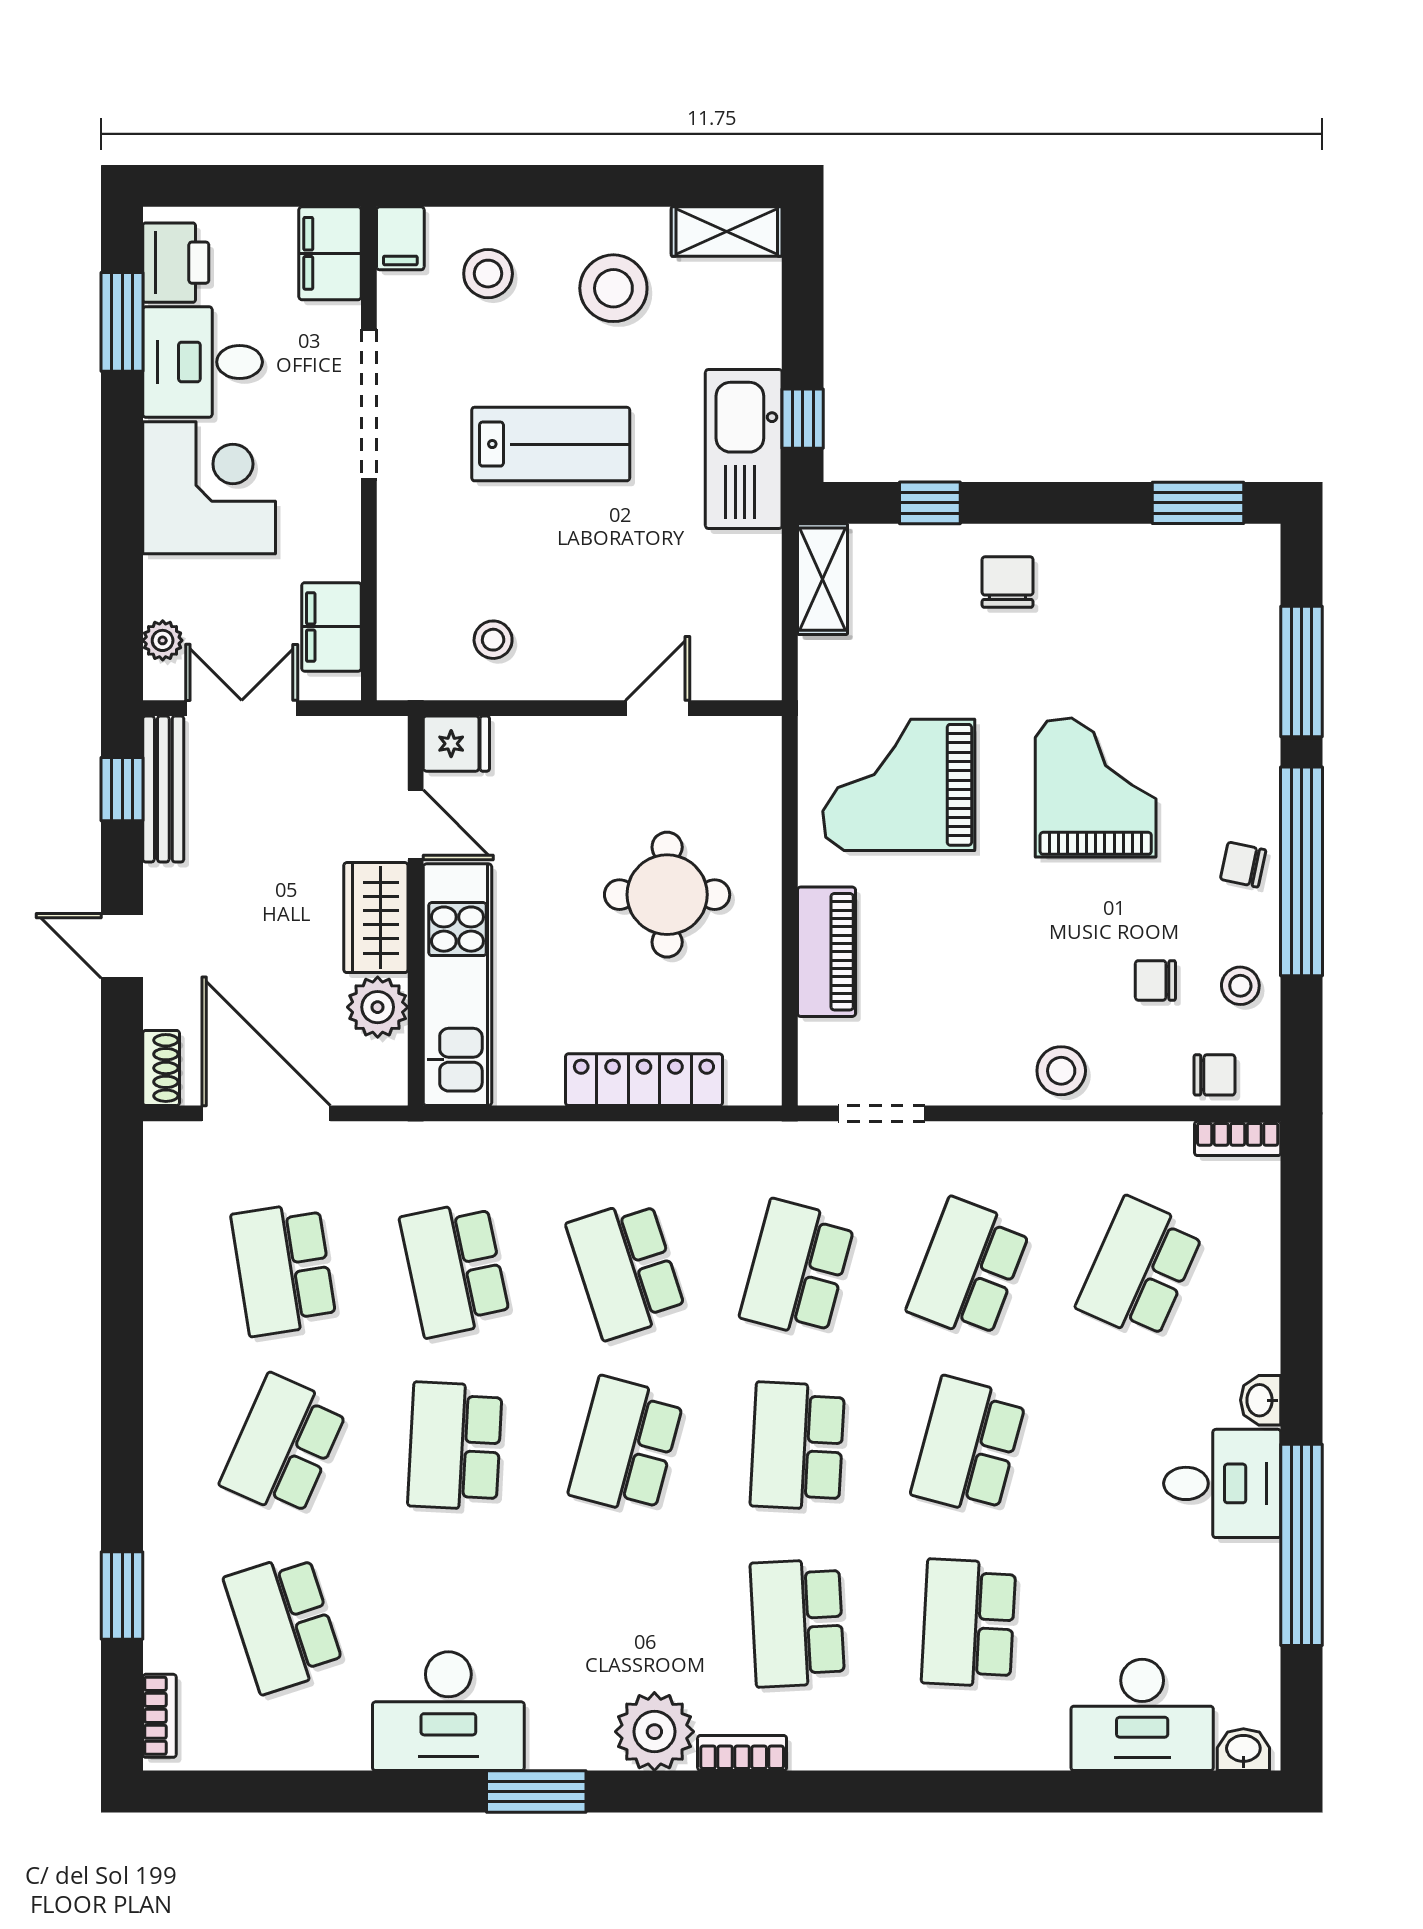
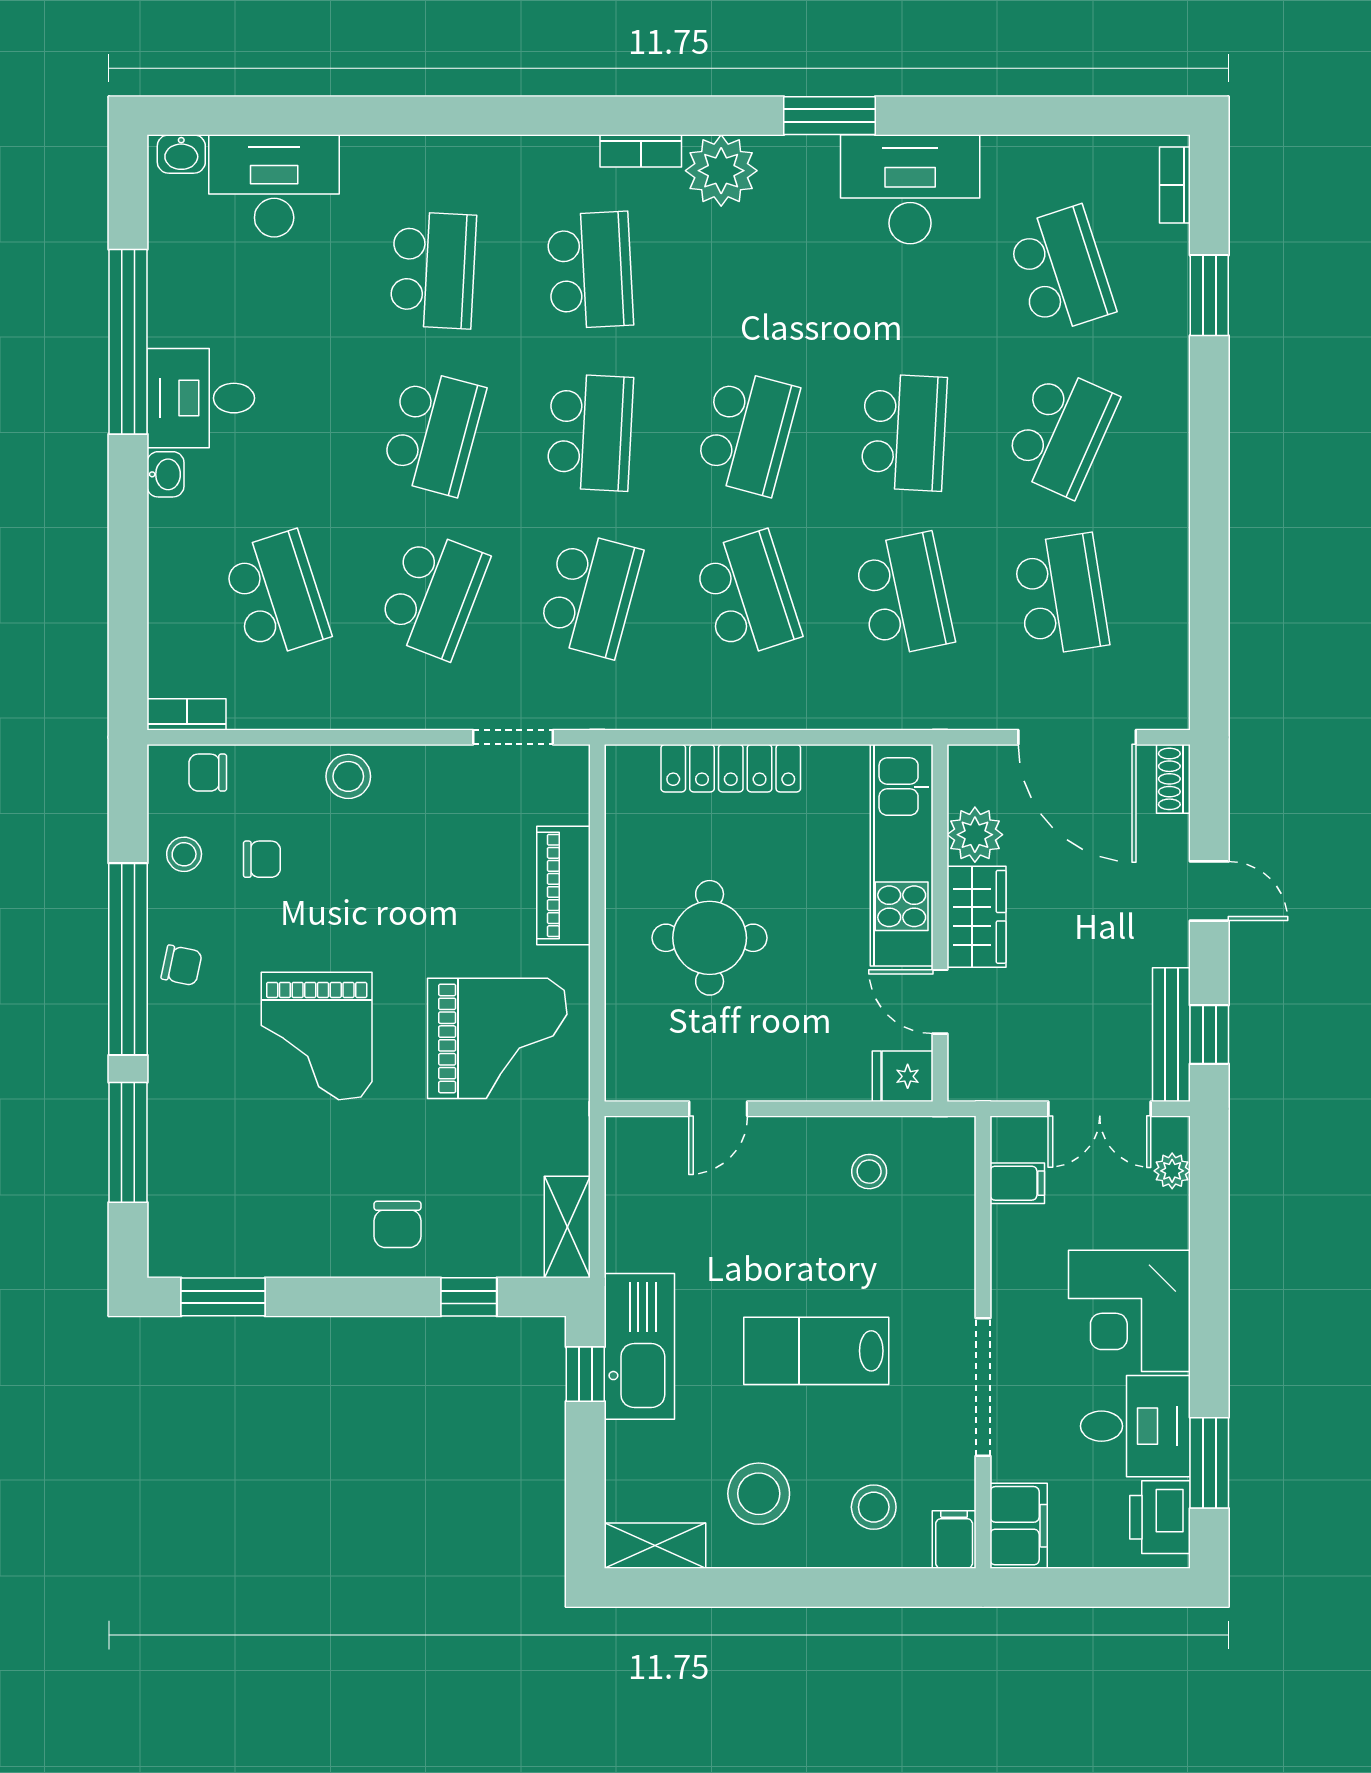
filing cabinet: (331, 627) -> (1017, 1183), width x0.50
school desk: (1140, 1269) -> (276, 595), turned -42

